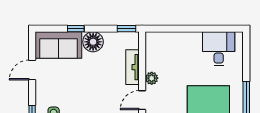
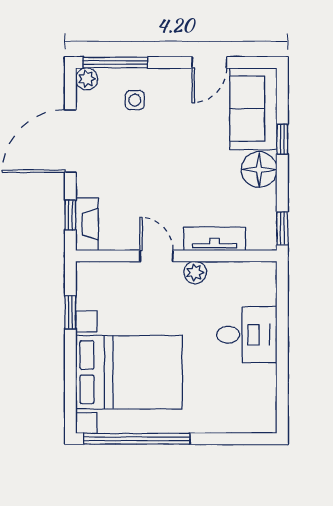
desk: (219, 49) -> (247, 335), moved
door: (32, 70) -> (209, 63), swing flipped

